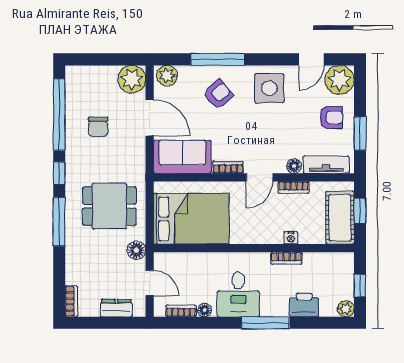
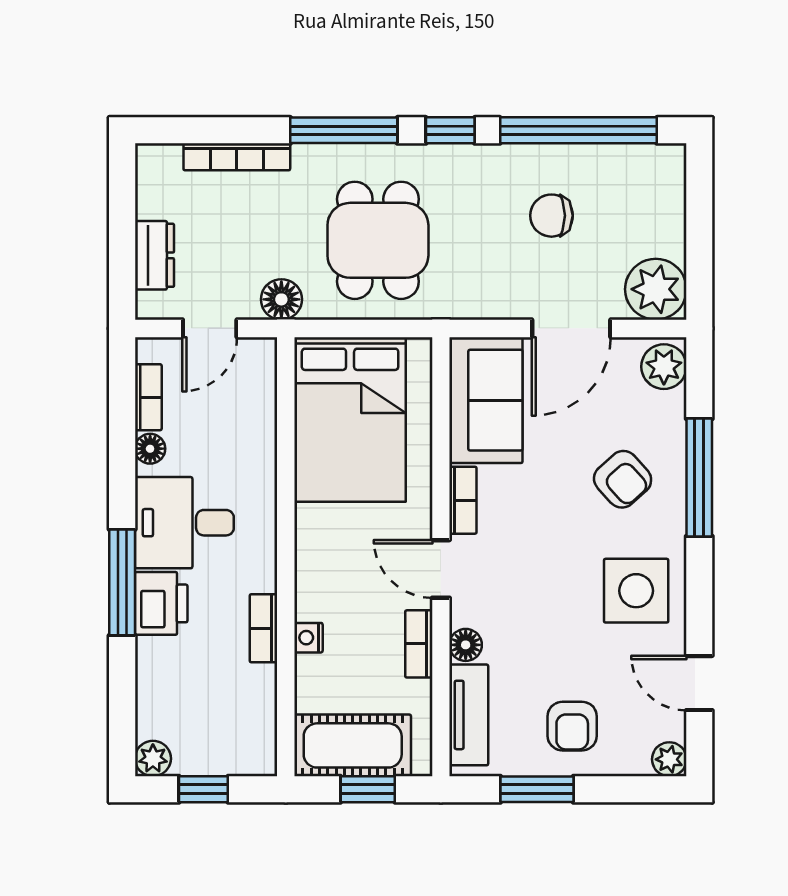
plant: (339, 80) -> (669, 759), width x0.53, depth x0.53
bookcase: (71, 301) -> (237, 157), moved, width x1.56
printer: (304, 305) -> (161, 603), moved

